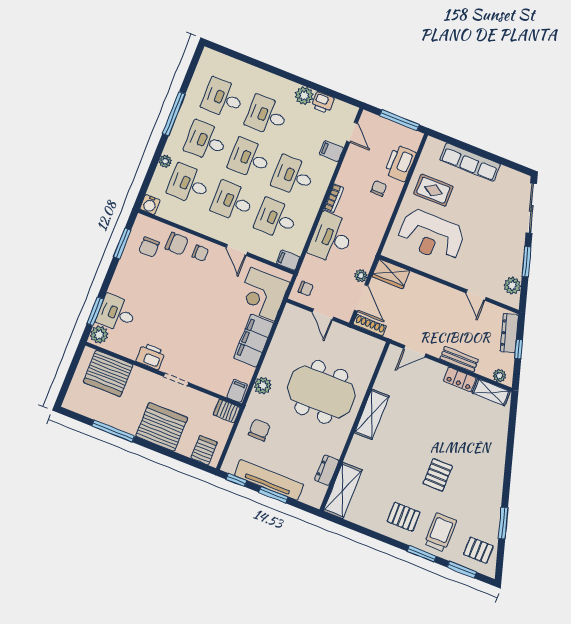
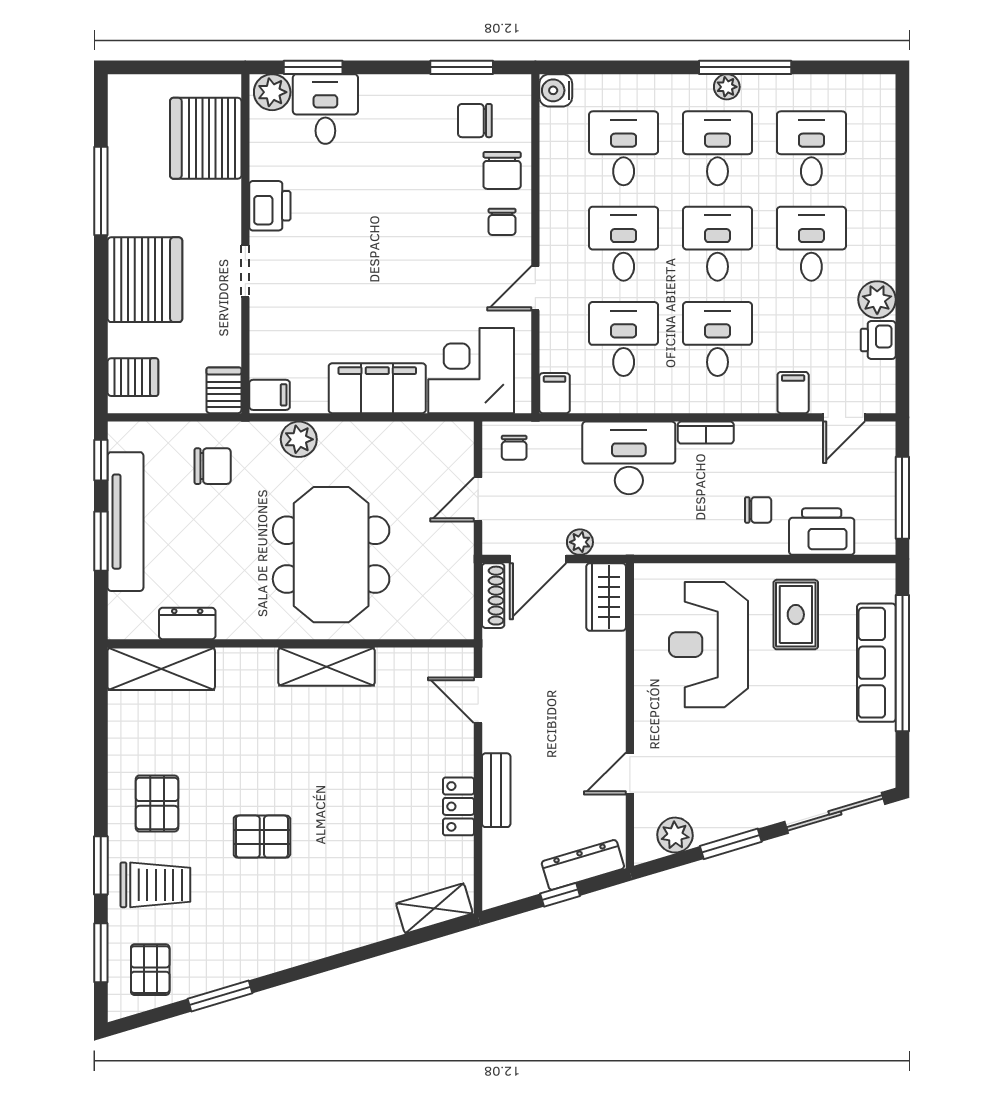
window: (475, 150) -> (902, 663), added
plant: (165, 161) -> (727, 87), moved
plant: (499, 376) -> (495, 878), removed
shelving: (491, 392) -> (434, 908), moved, turned 73

